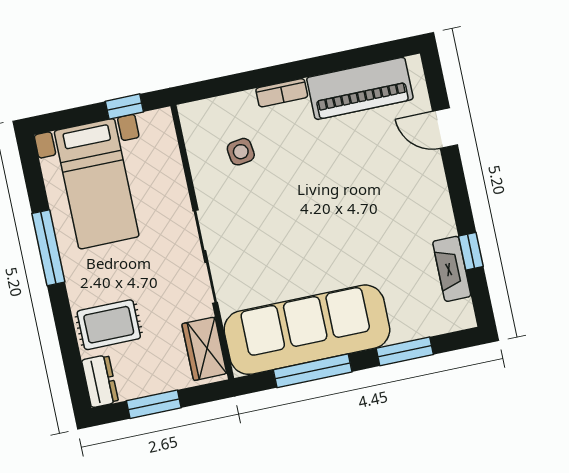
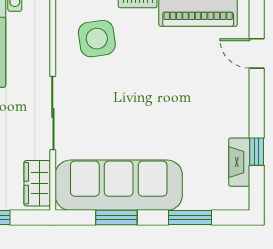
side table: (241, 152) -> (97, 39), width x1.87, depth x1.87
window: (313, 371) -> (116, 218), width x0.69

